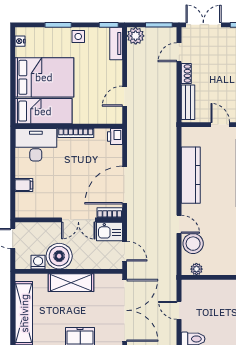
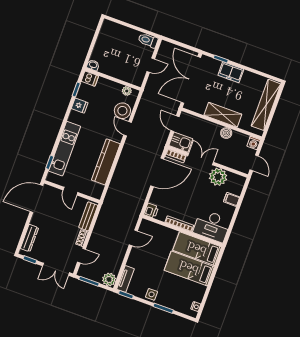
bed: (44, 77) -> (189, 268), width x0.67
plant: (50, 206) -> (218, 177), added
boiler: (59, 256) -> (226, 133), width x0.54, depth x0.54
washing machine: (38, 262) -> (254, 143), moved
door: (179, 310) -> (151, 65), hinge flipped

